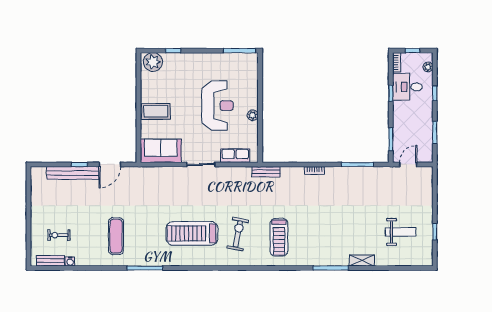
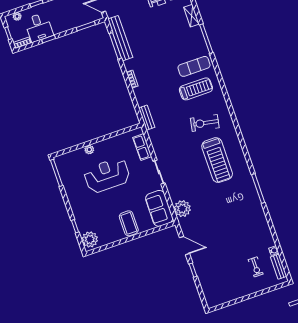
plant: (253, 115) -> (89, 150), moved
bench: (73, 173) -> (120, 38), moved
plant: (152, 176) -> (182, 209), added
exercise mat: (116, 236) -> (194, 66), moved

